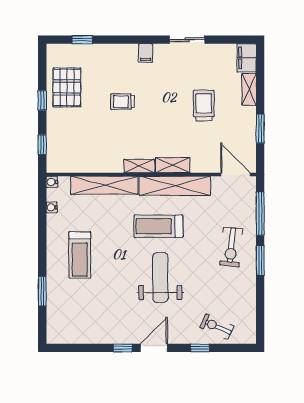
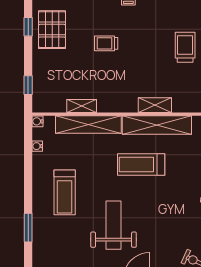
window: (42, 100) -> (28, 27), moved
shelving: (139, 166) -> (82, 106), moved
weight bench: (160, 278) -> (114, 225), moved

